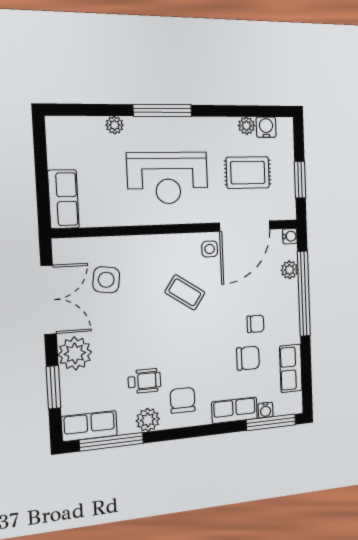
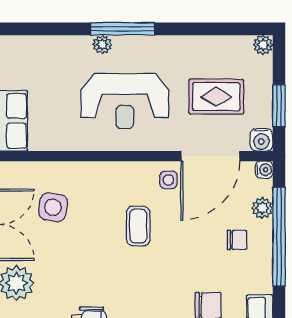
plant: (115, 125) -> (102, 45), moved
plant: (246, 126) -> (263, 45), moved
water cooler: (266, 127) -> (261, 140), moved, turned 180
coffee table: (185, 292) -> (138, 226), turned 56
chair: (256, 324) -> (237, 240), moved

